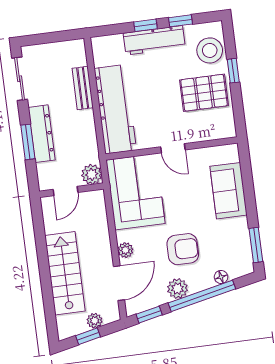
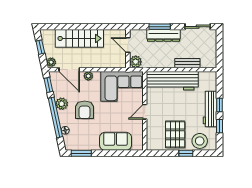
plant: (95, 321) -> (51, 62), moved

